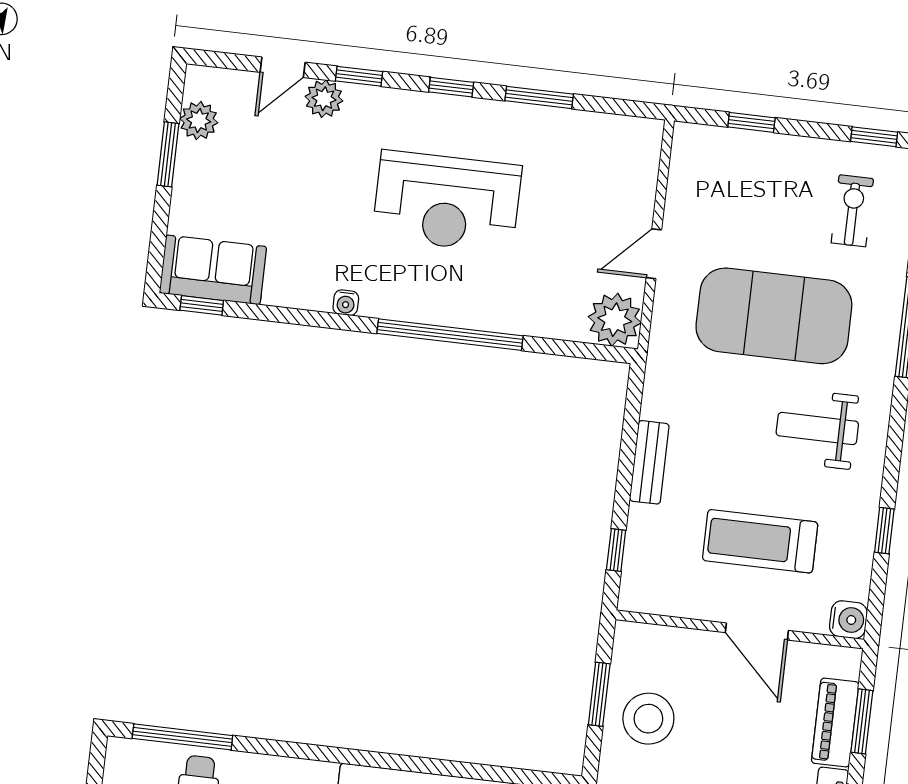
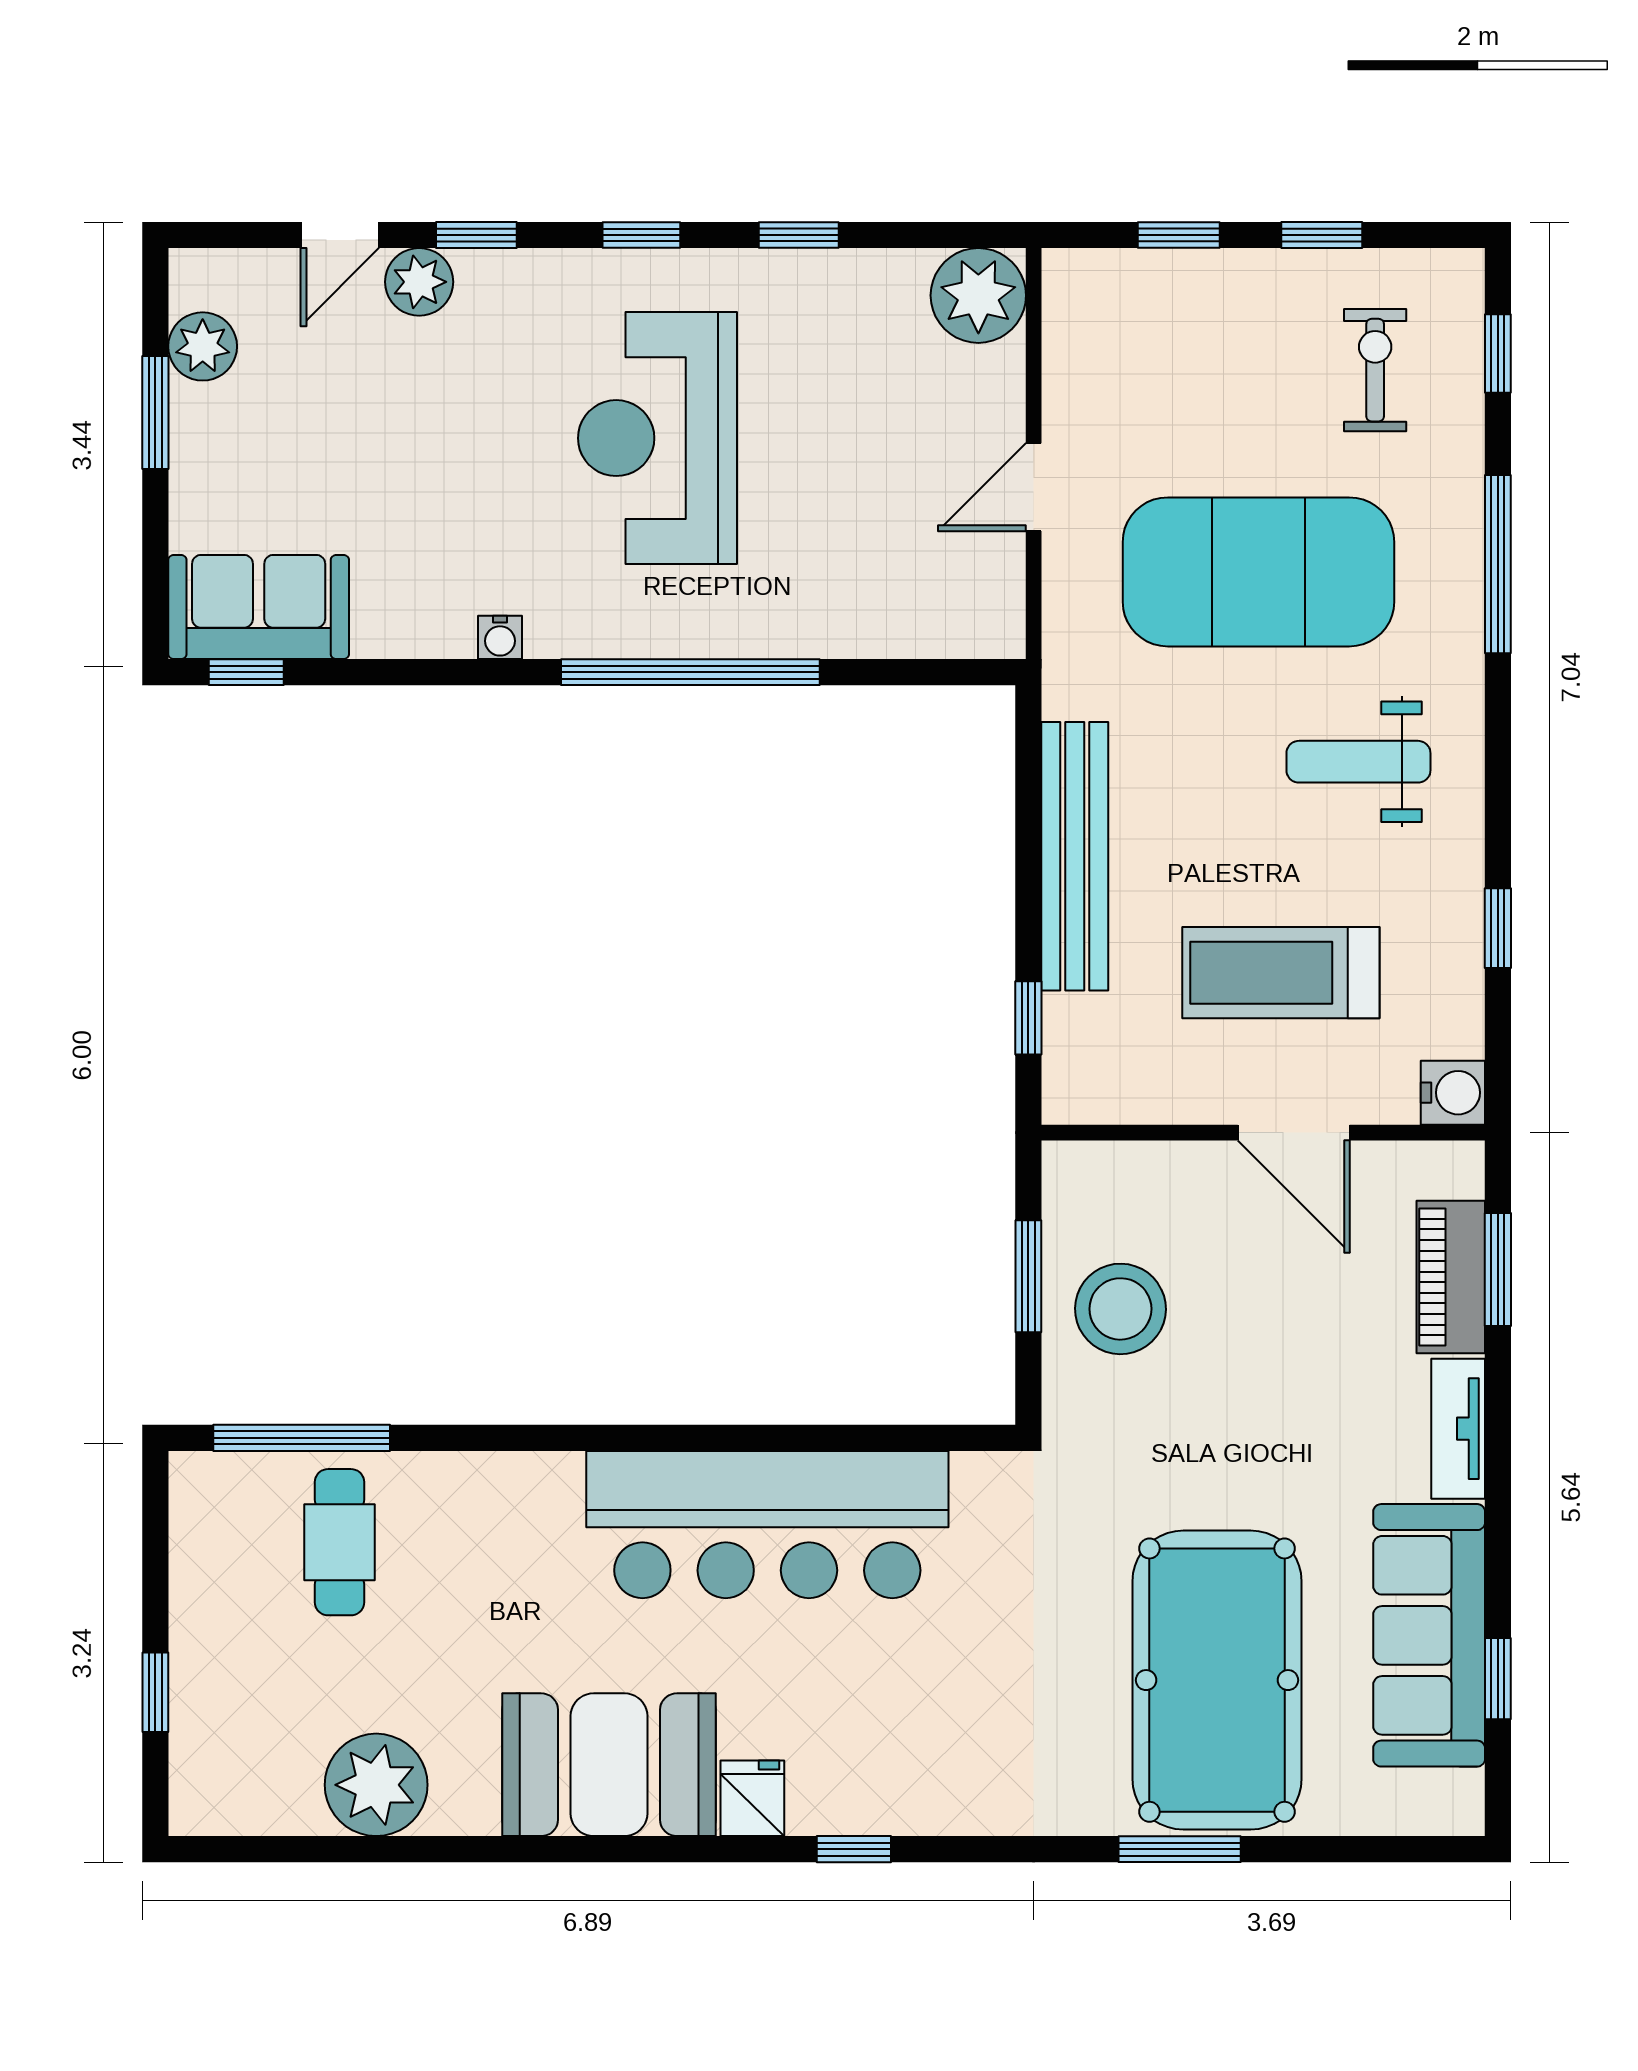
window: (539, 97) -> (799, 235), width x0.67
window: (874, 137) -> (1322, 235), moved
reception desk: (447, 202) -> (657, 438), turned 90
plant: (615, 320) -> (978, 295), moved
bench: (649, 462) -> (1075, 856), width x1.86, depth x1.21

